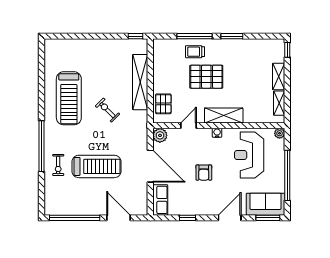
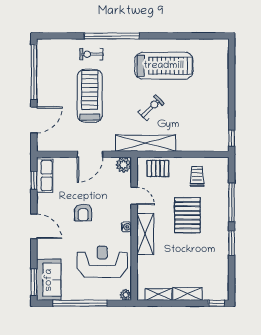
trolley: (195, 52) -> (197, 176), moved
shelving: (140, 82) -> (146, 143), moved
treadmill: (69, 98) -> (164, 66), turned 180
treadmill: (97, 166) -> (90, 96), turned 180
door: (150, 166) -> (90, 154), width x0.73
armchair: (204, 173) -> (83, 212), turned -90
row of seats: (160, 200) -> (45, 176), moved, turned -90
window: (187, 218) -> (34, 180), moved
door: (230, 218) -> (34, 226), moved

